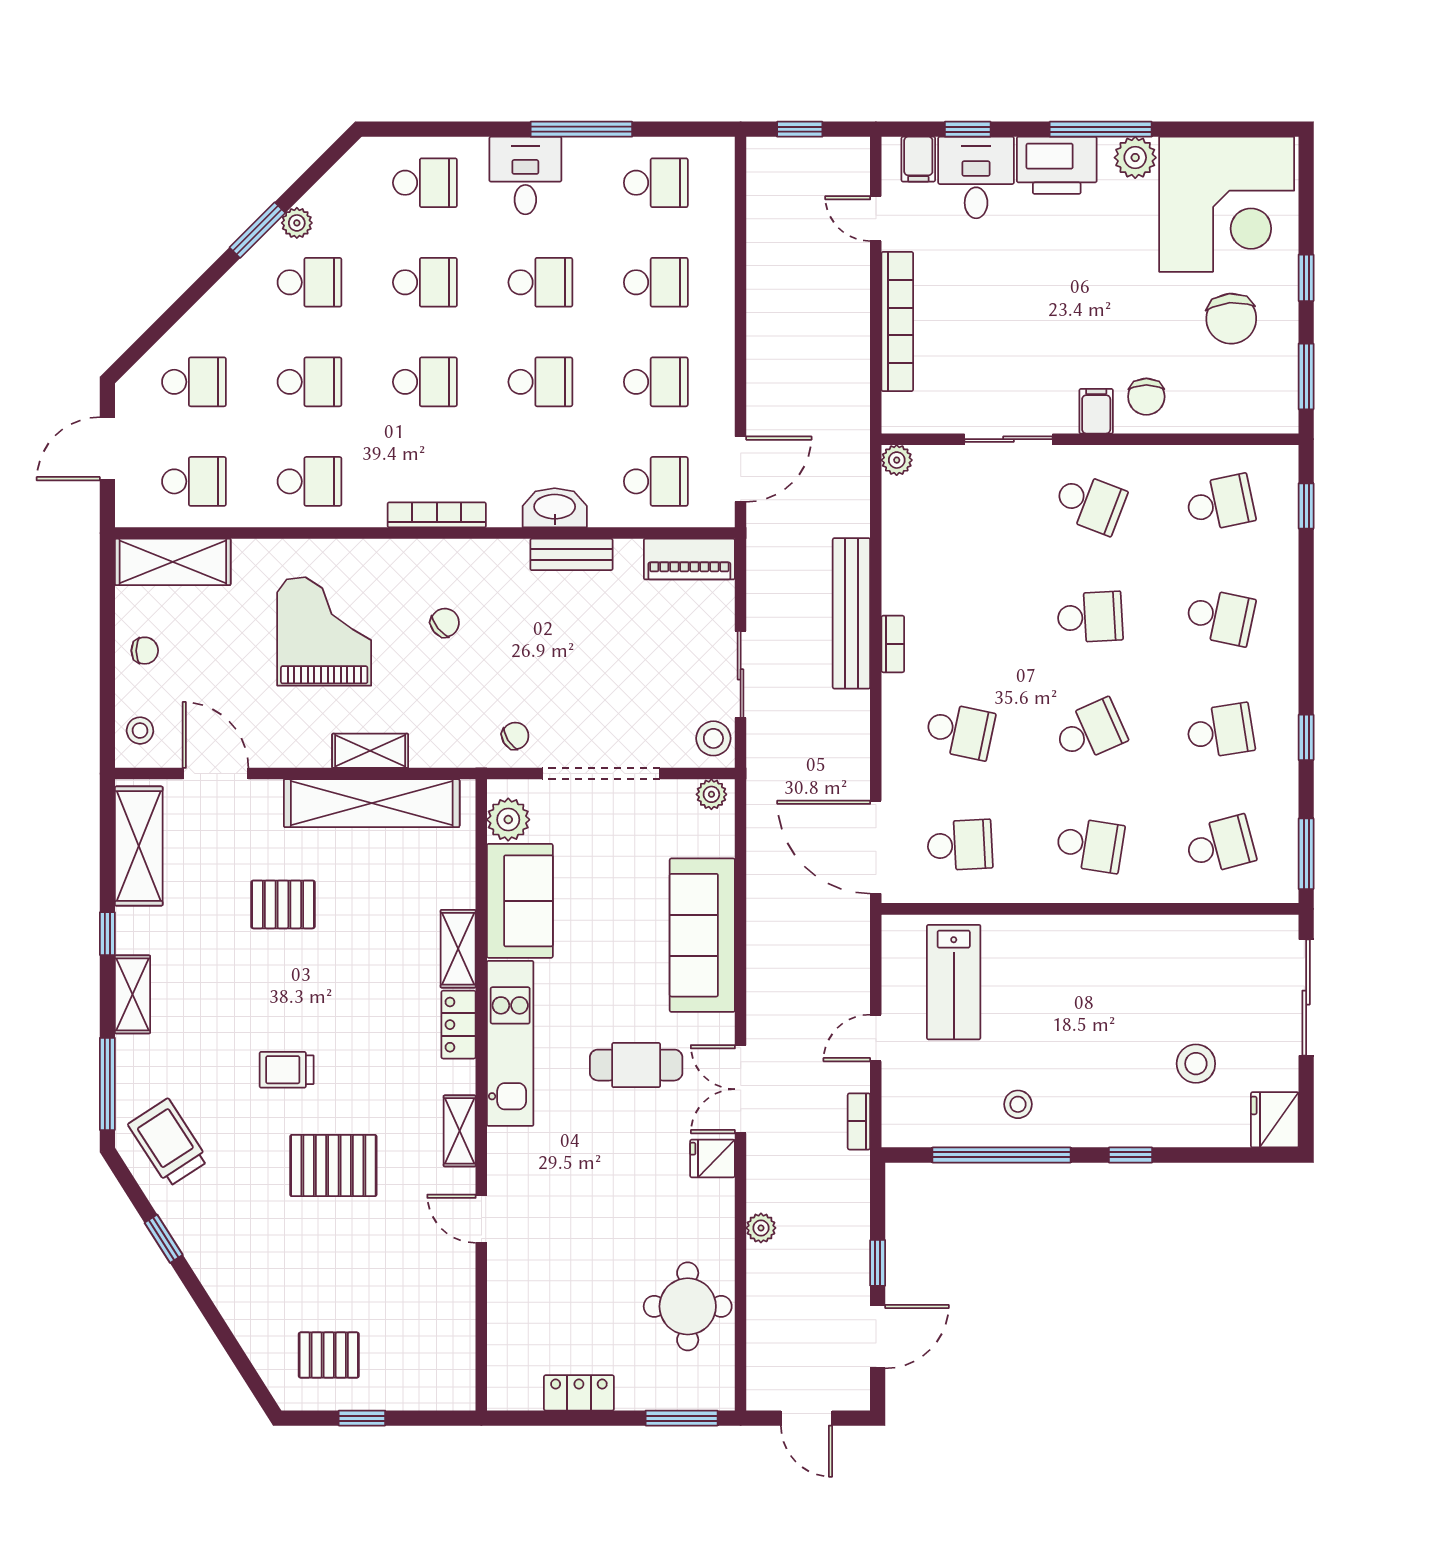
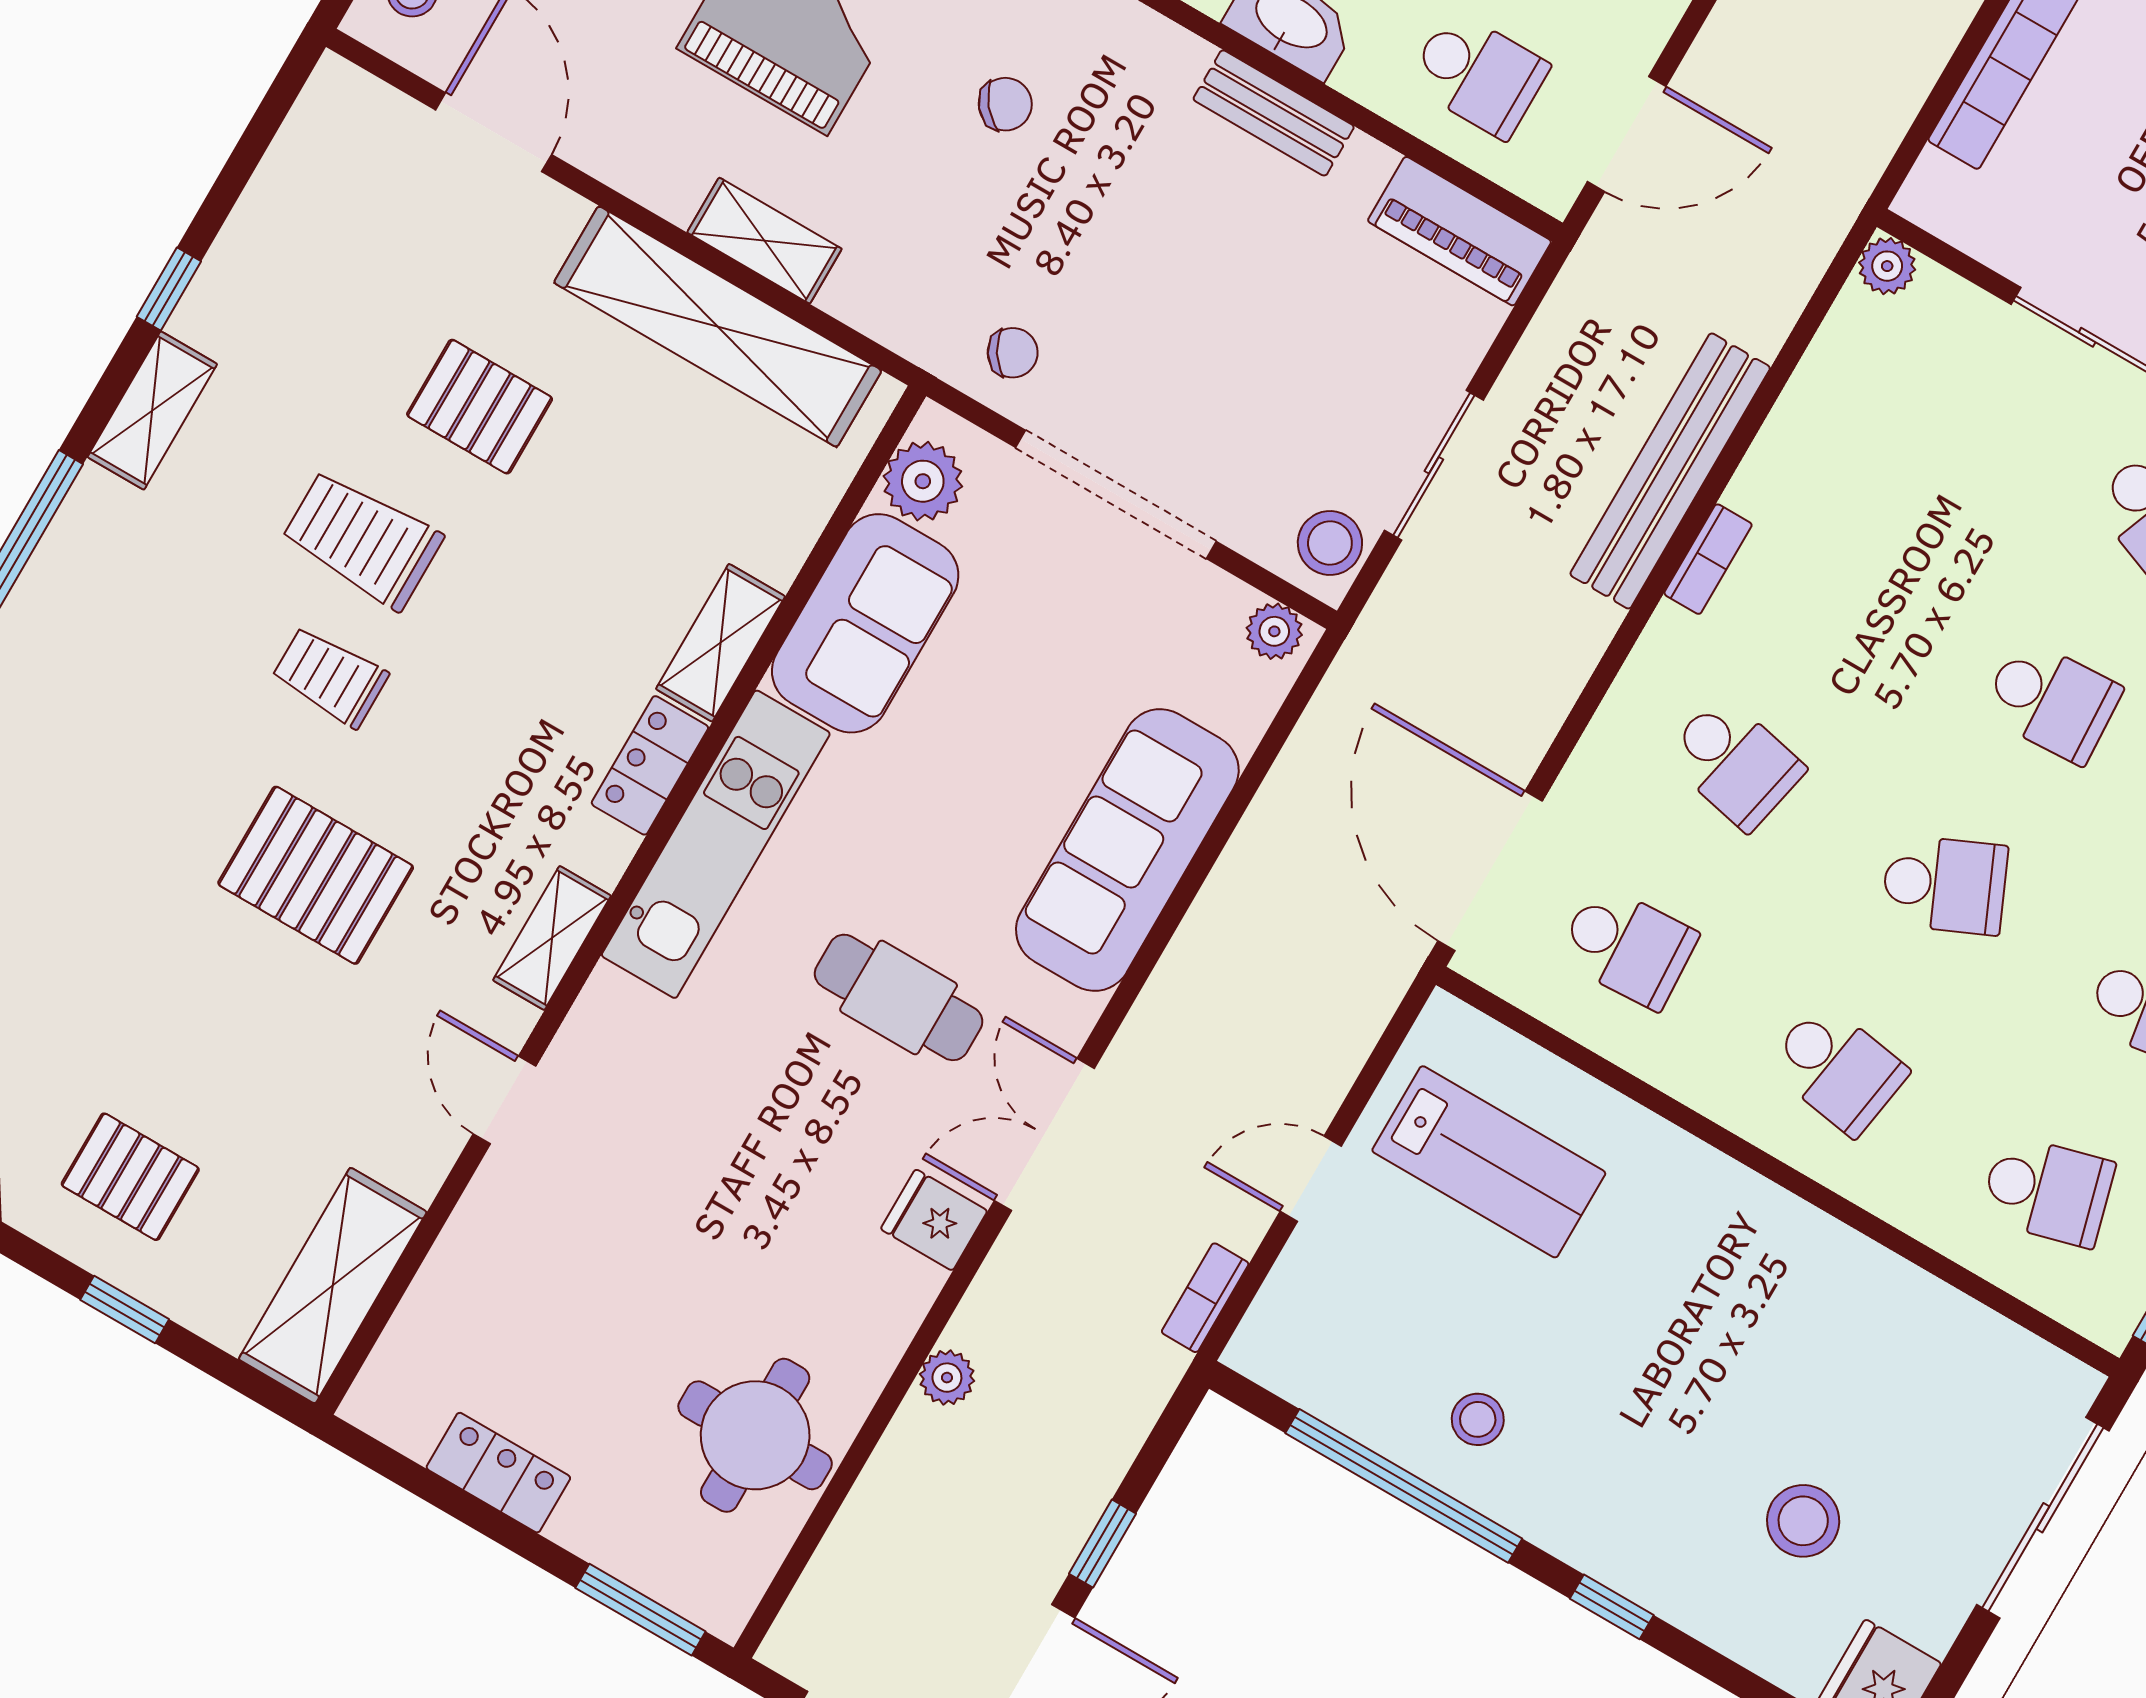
shelving: (139, 846) -> (333, 1286), moved
lab bench: (954, 982) -> (1489, 1162), turned -90
trolley: (168, 1143) -> (362, 539), moved, turned -57

